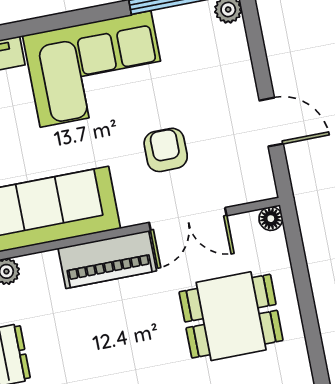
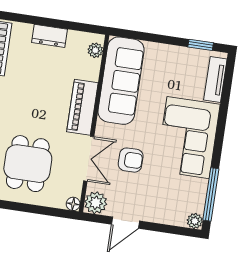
plant: (256, 182) -> (96, 203), added
double door: (188, 219) -> (89, 159), swing flipped

